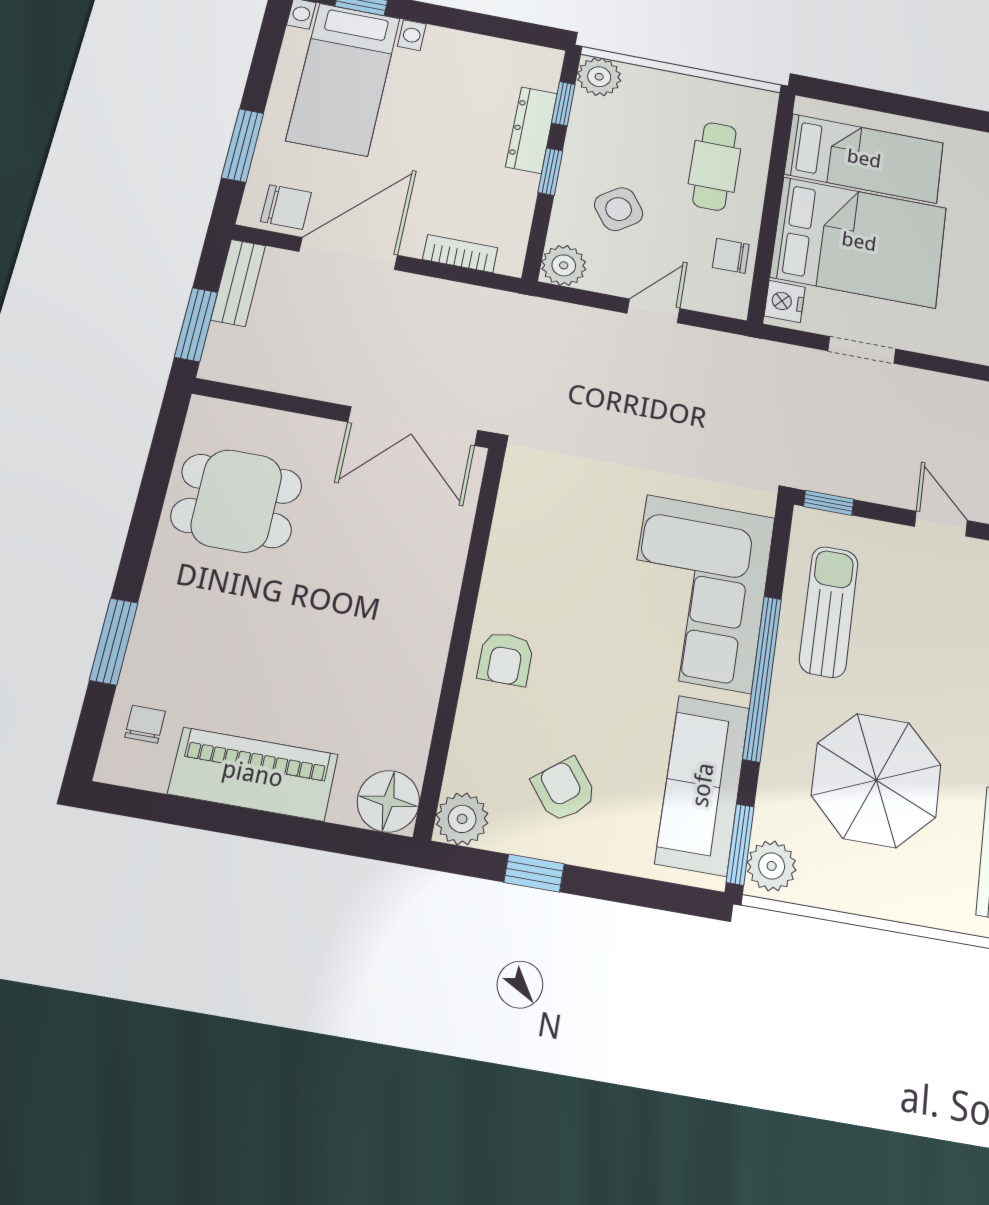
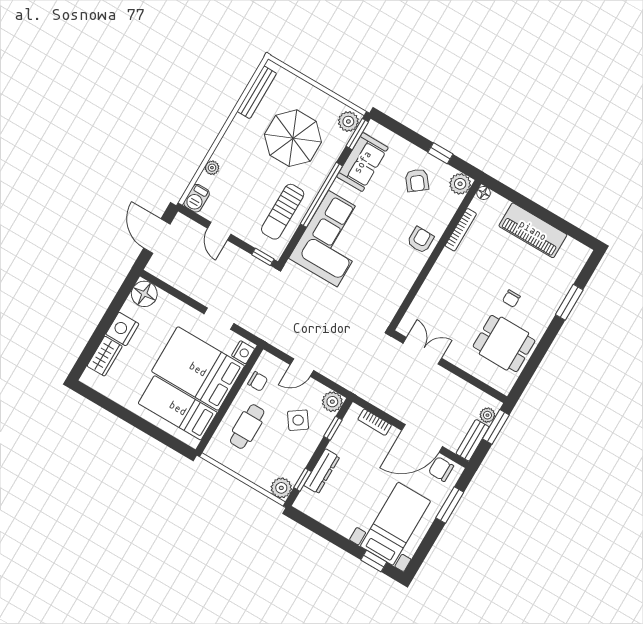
window: (550, 172) -> (333, 428), moved
plant: (223, 342) -> (487, 415), added
double door: (413, 426) -> (422, 351), width x0.73
bookcase: (423, 715) -> (461, 230), added
chair: (145, 724) -> (511, 299), moved
sofa: (703, 785) -> (362, 162), width x0.73
floor lamp: (388, 801) -> (484, 193), width x0.53, depth x0.53

